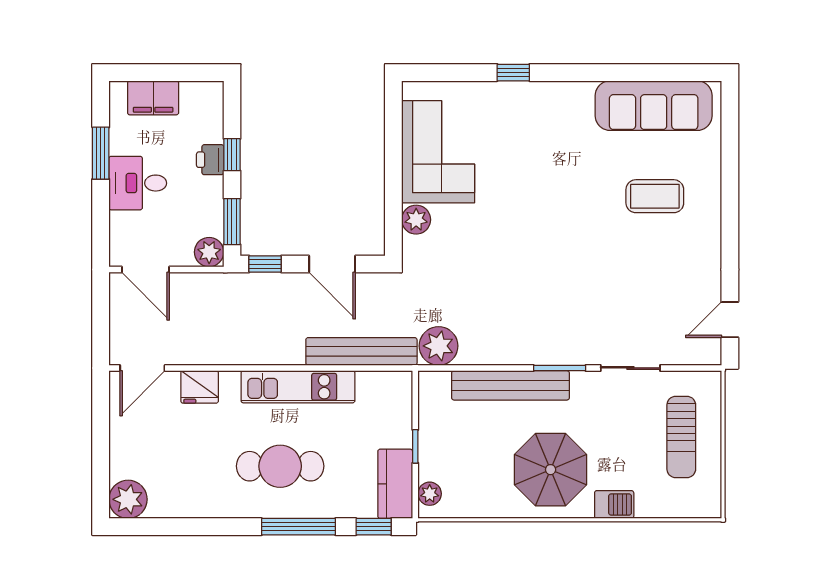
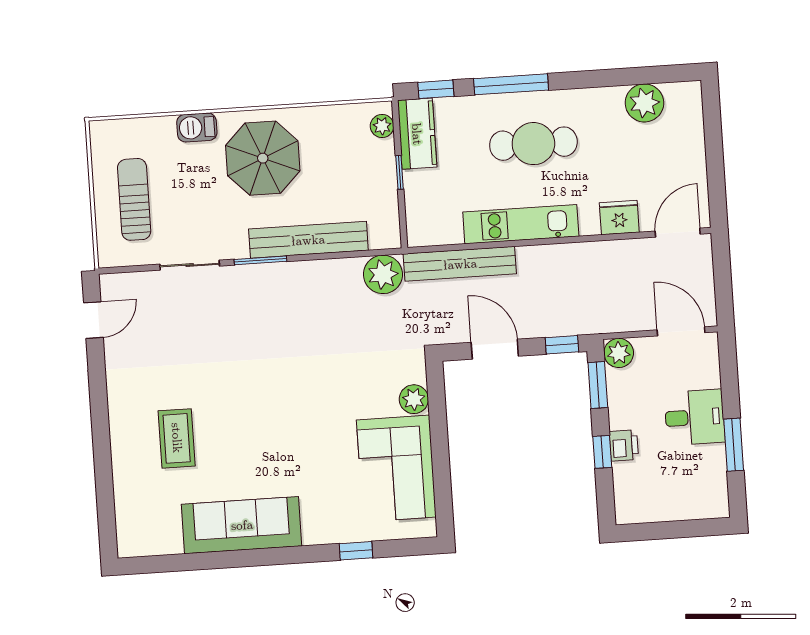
window: (513, 73) -> (356, 551), moved
filing cabinet: (153, 98) -> (685, 504), removed
sofa: (654, 106) -> (242, 525), moved
coffee table: (655, 196) -> (177, 438), turned 90
plant: (128, 499) -> (644, 103), moved

